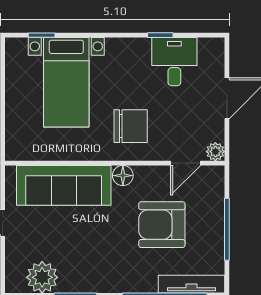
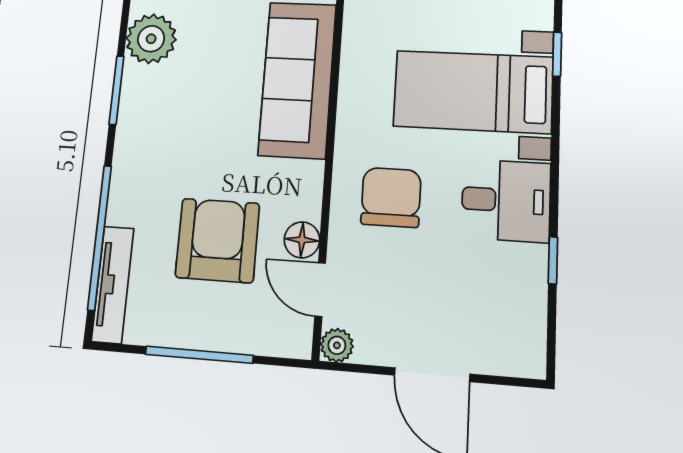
desk: (174, 62) -> (506, 200), moved
chair: (131, 126) -> (391, 197), turned 180
floor lamp: (123, 176) -> (302, 240), moved

